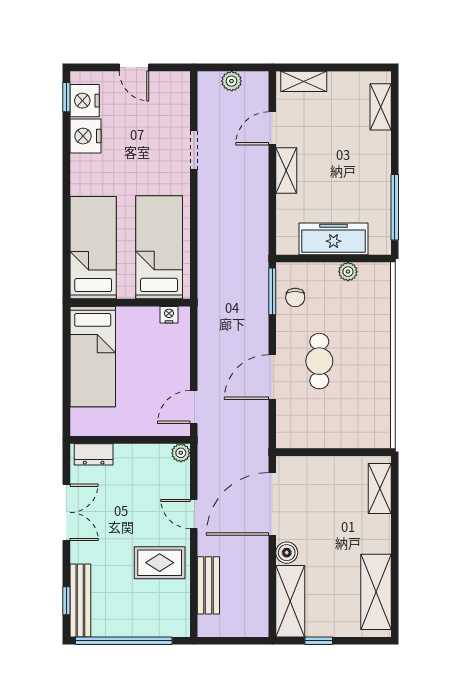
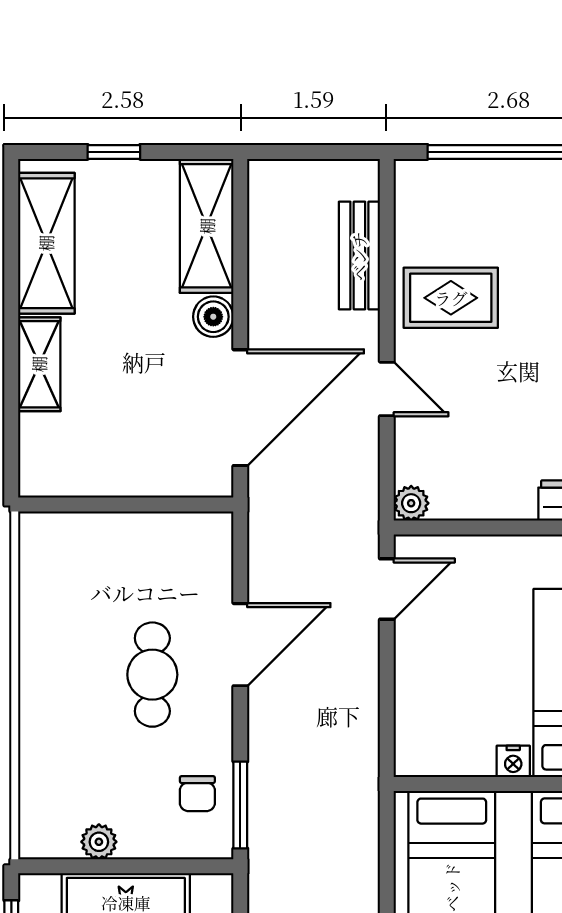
chair: (295, 297) -> (197, 794), turned 180
nightstand: (169, 315) -> (513, 761), moved
shelving: (380, 489) -> (39, 364), moved
window: (319, 641) -> (114, 152), moved

